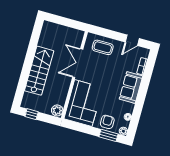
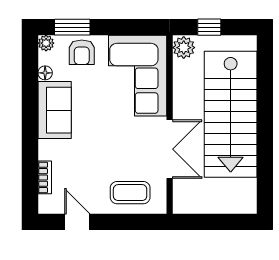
door: (132, 40) -> (77, 222), hinge flipped
stairs: (39, 71) -> (231, 114), width x1.36, depth x1.51
sofa: (131, 87) -> (55, 110), moved
window: (32, 114) -> (209, 27), moved

